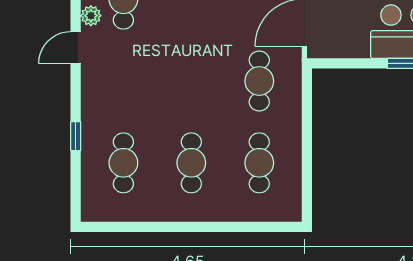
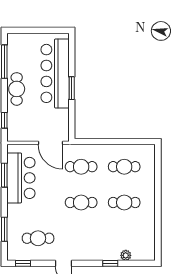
plant: (91, 16) -> (126, 255), moved
cafe table: (123, 163) -> (81, 202), moved

